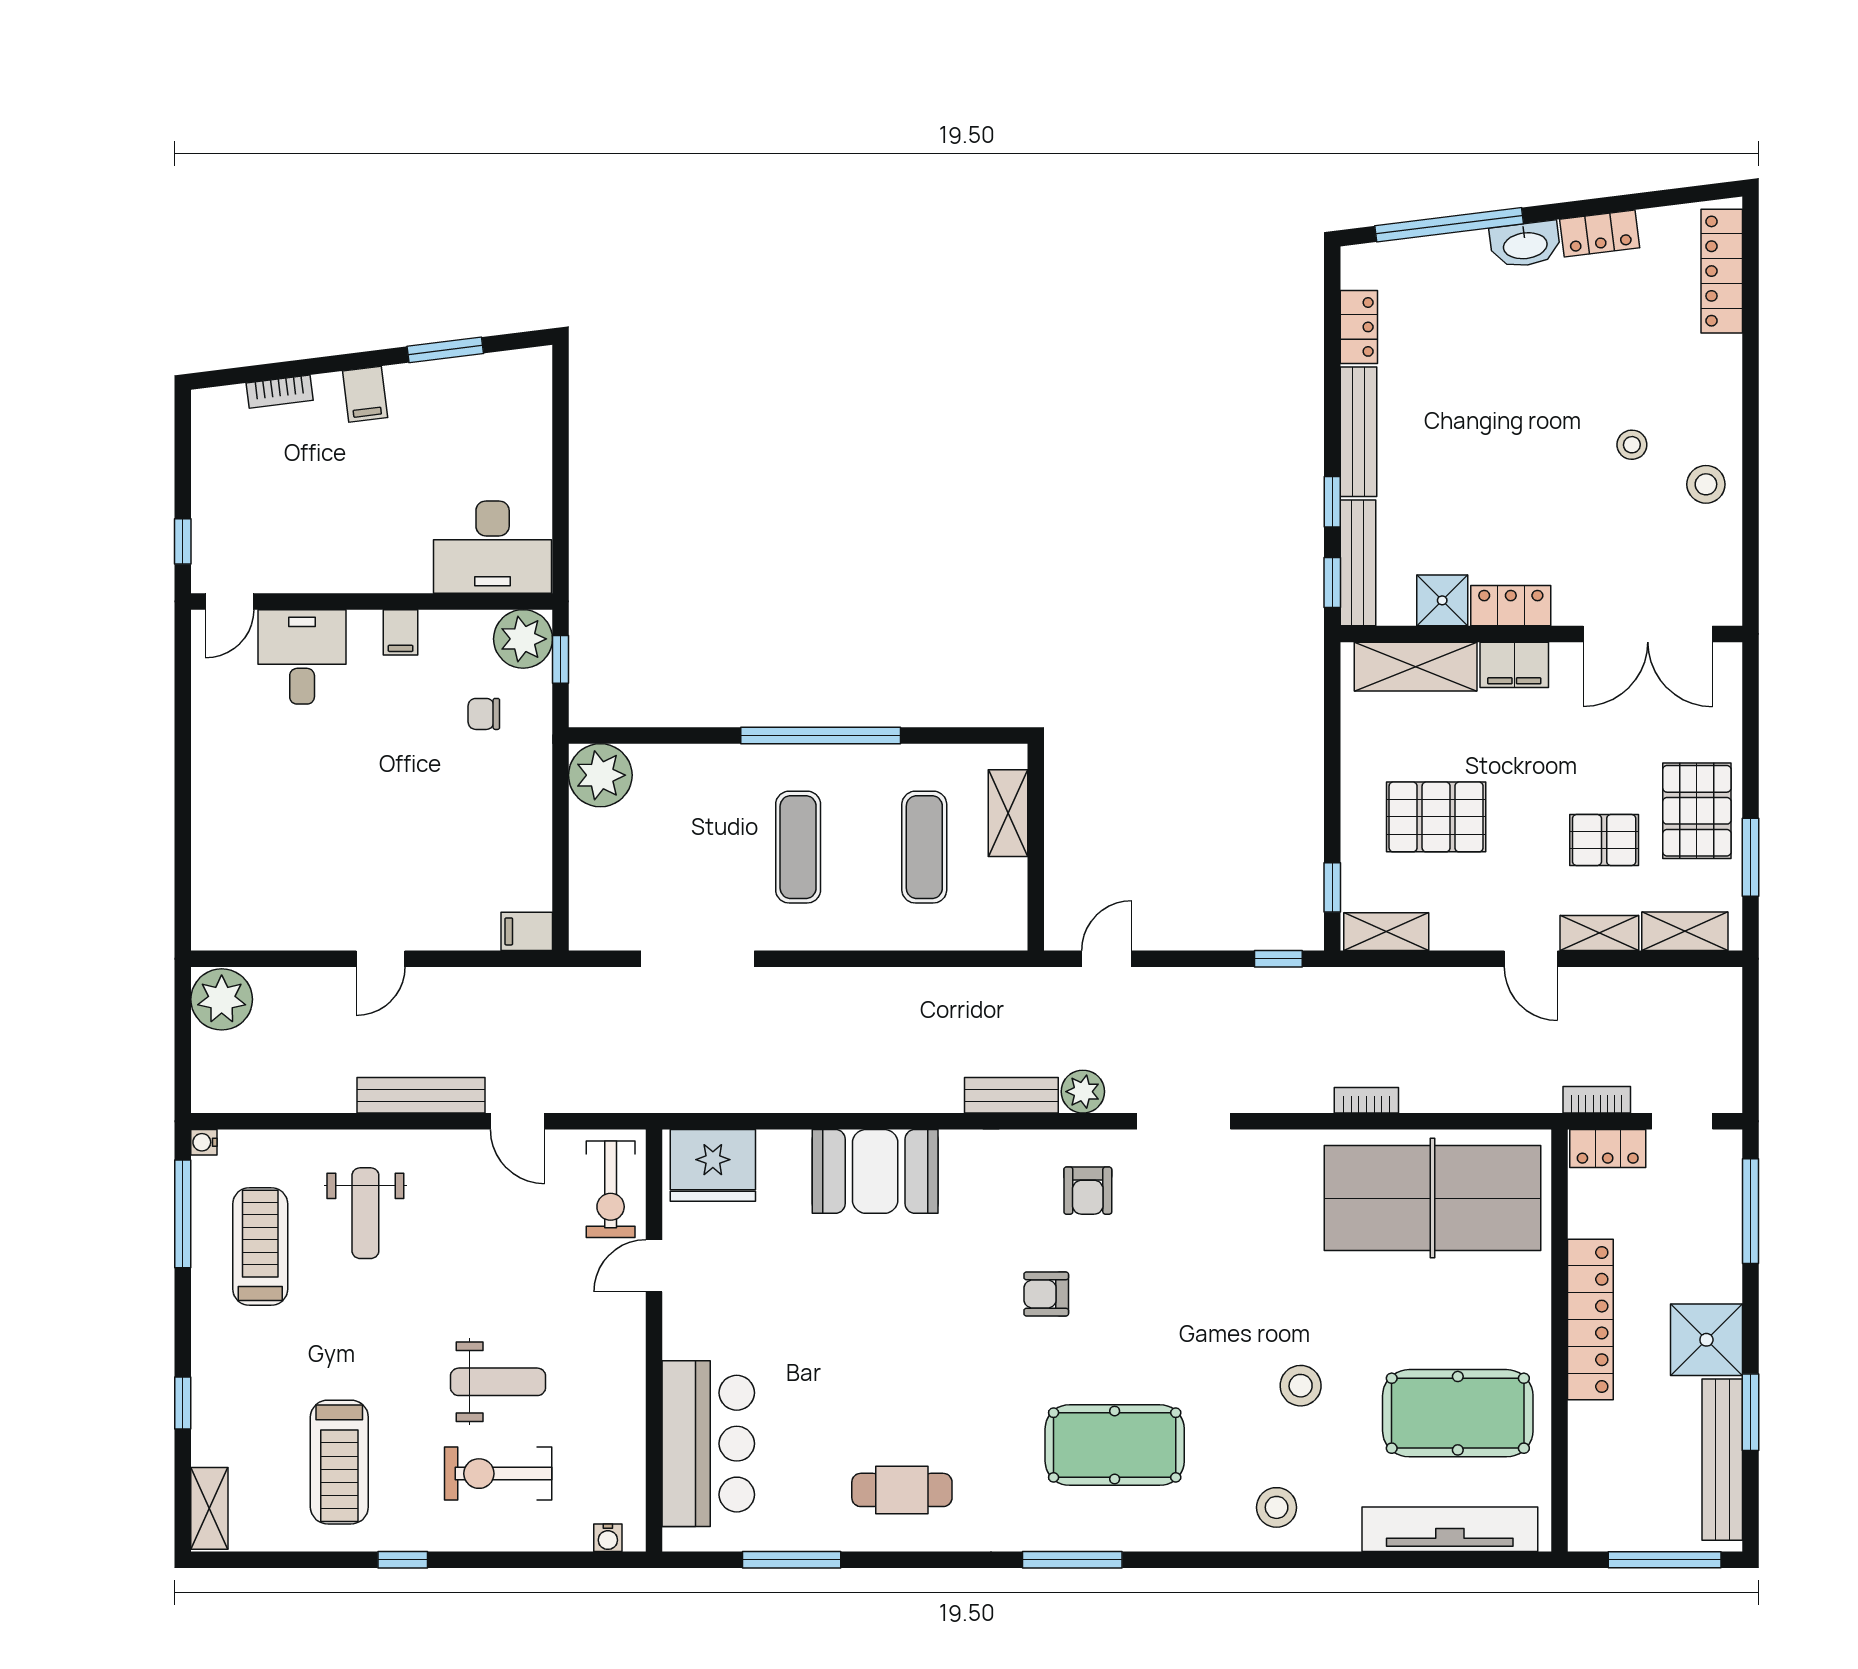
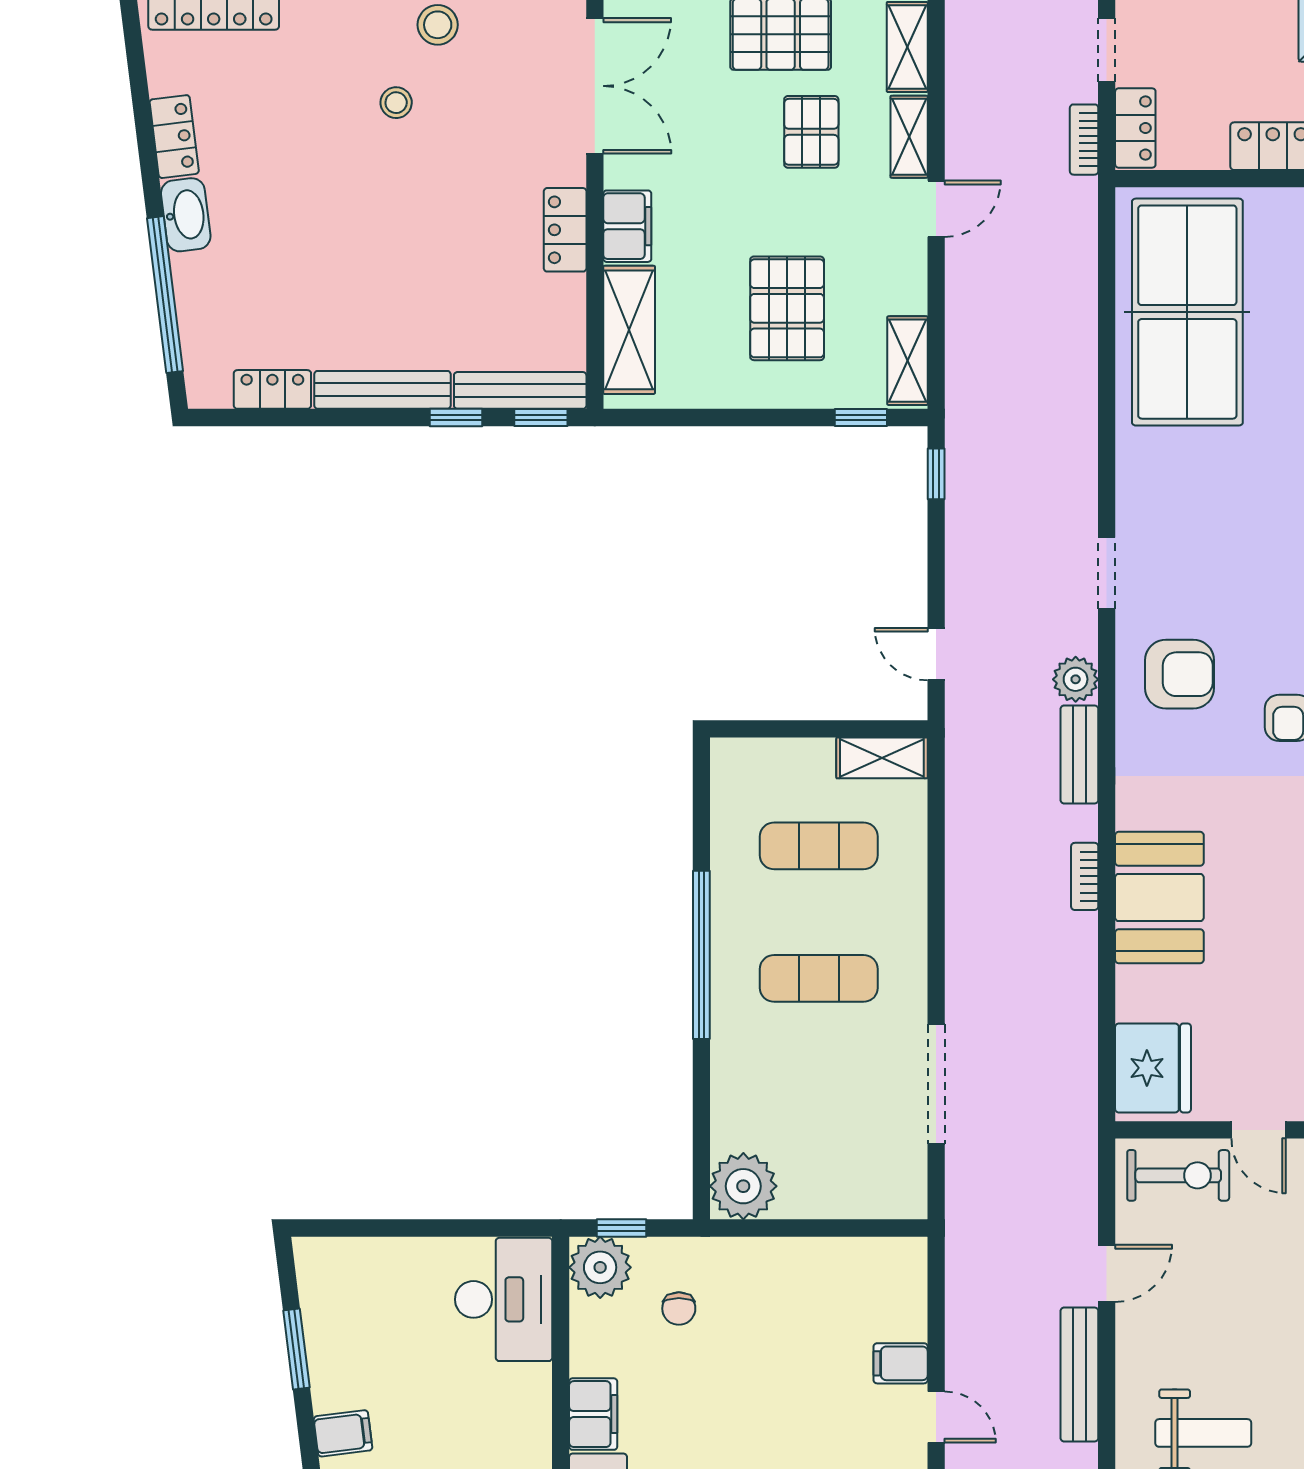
shower: (1442, 600) -> (560, 302), removed
filing cabinet: (401, 632) -> (593, 1414), width x2.00
shelving: (1008, 813) -> (882, 758), moved
filing cabinet: (527, 931) -> (901, 1363), moved, turned 90
bookcase: (1366, 1100) -> (1085, 876), moved
doorway: (1184, 1121) -> (1107, 573), width x0.73
armchair: (1088, 1191) -> (1180, 674), width x1.38, depth x1.38

